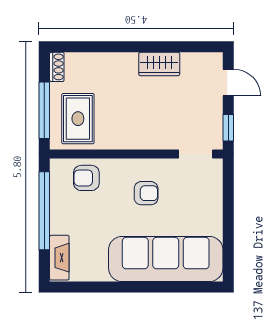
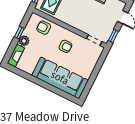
window: (44, 211) -> (19, 33), width x0.32
plant: (61, 222) -> (24, 41), added

